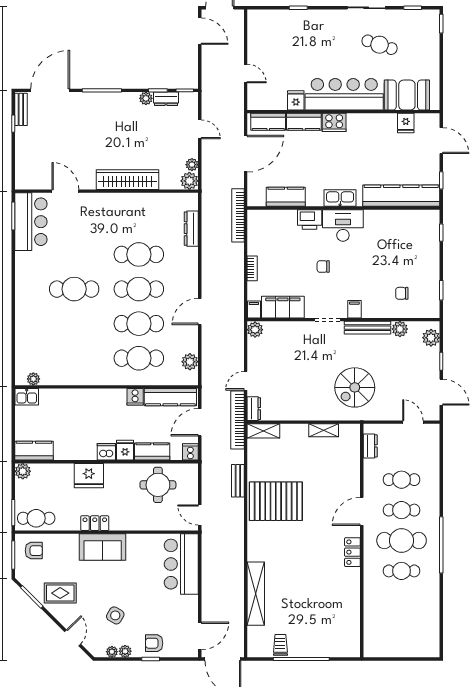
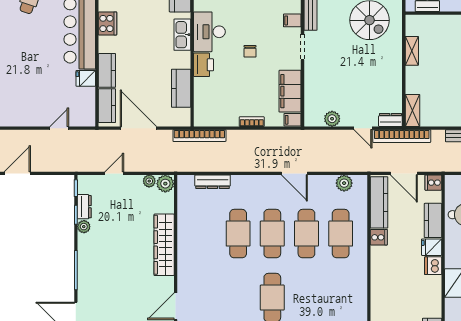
cooker: (334, 122) -> (108, 23), moved
plant: (255, 330) -> (332, 119), moved

